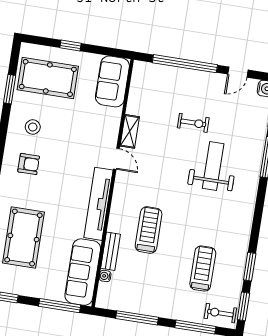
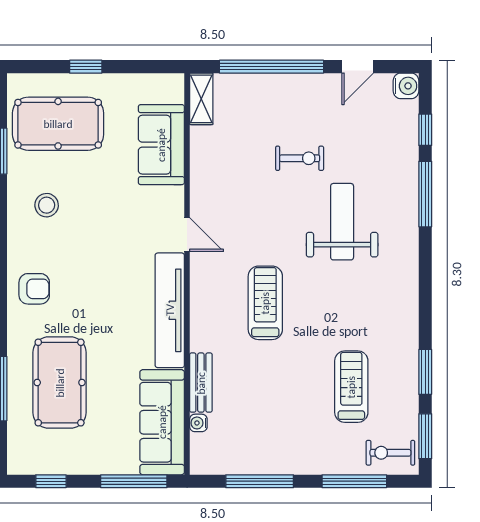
sofa: (112, 81) -> (161, 145), moved
shelving: (130, 131) -> (201, 99), moved
armchair: (29, 164) -> (34, 289), moved
treadmill: (149, 230) -> (265, 303), moved

